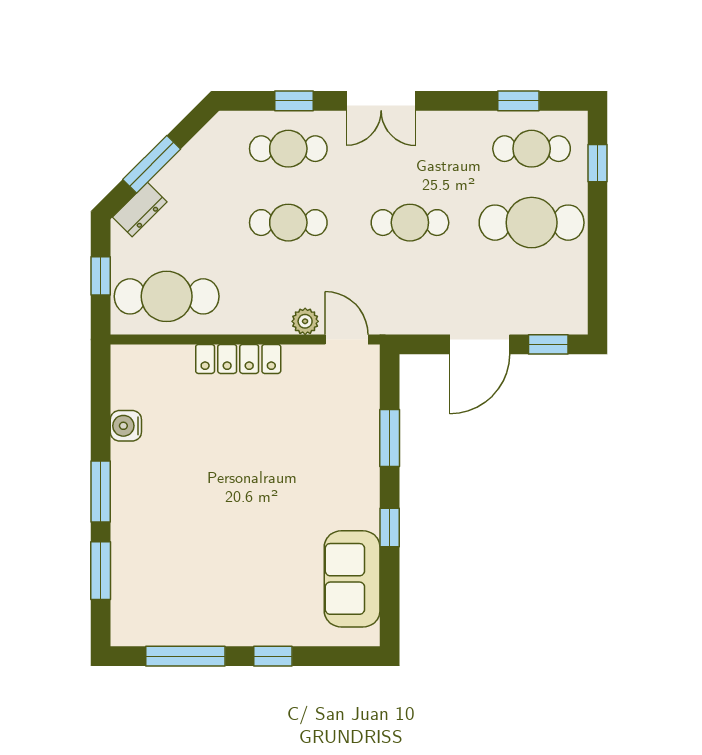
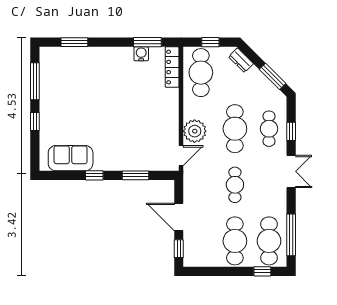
double door: (381, 101) -> (291, 171), swing flipped
window: (518, 101) -> (291, 235), width x2.17
cafe table: (532, 149) -> (269, 241), width x1.37, depth x1.35
window: (152, 164) -> (273, 76), moved
cafe table: (288, 223) -> (235, 129), width x1.37, depth x1.35
plant: (305, 321) -> (195, 131), width x1.87, depth x1.87
locker: (238, 359) -> (172, 67), moved
window: (101, 492) -> (147, 42), moved

